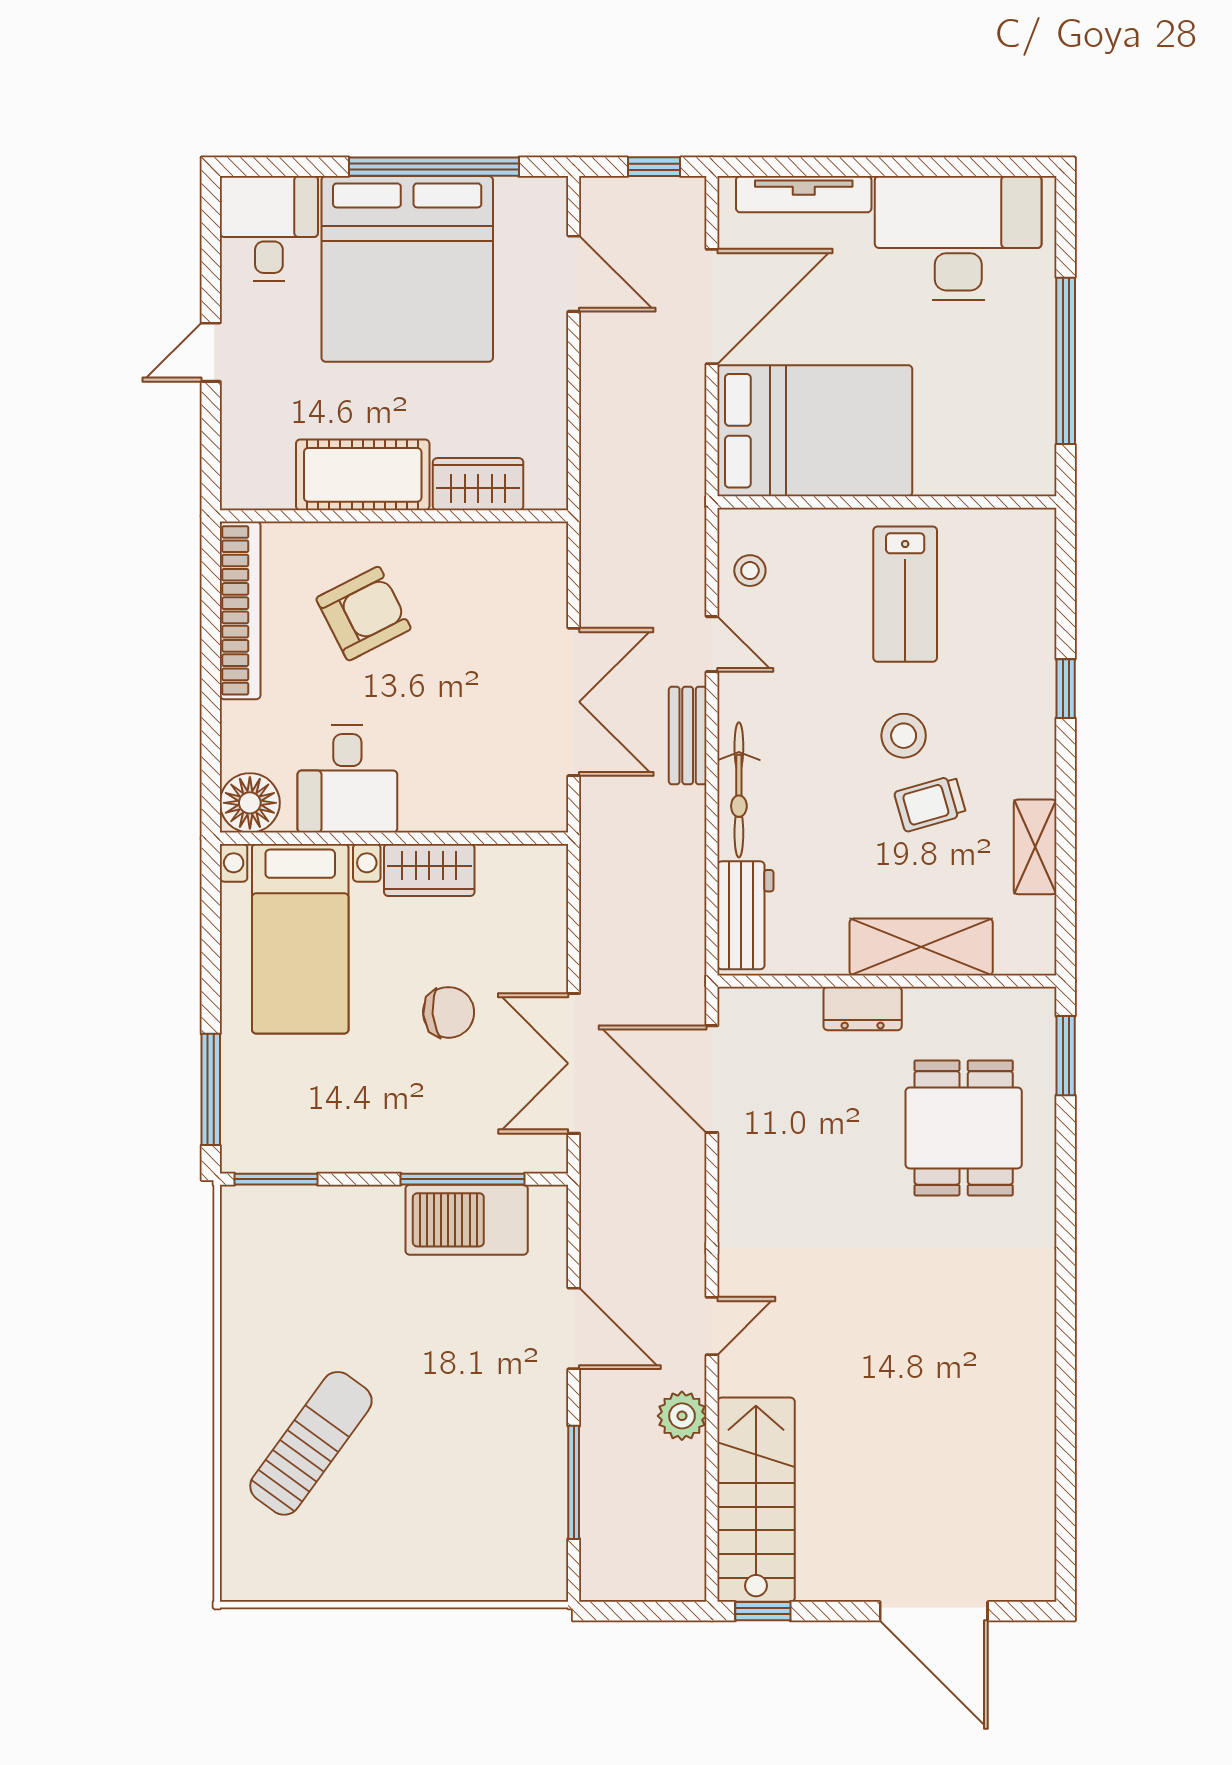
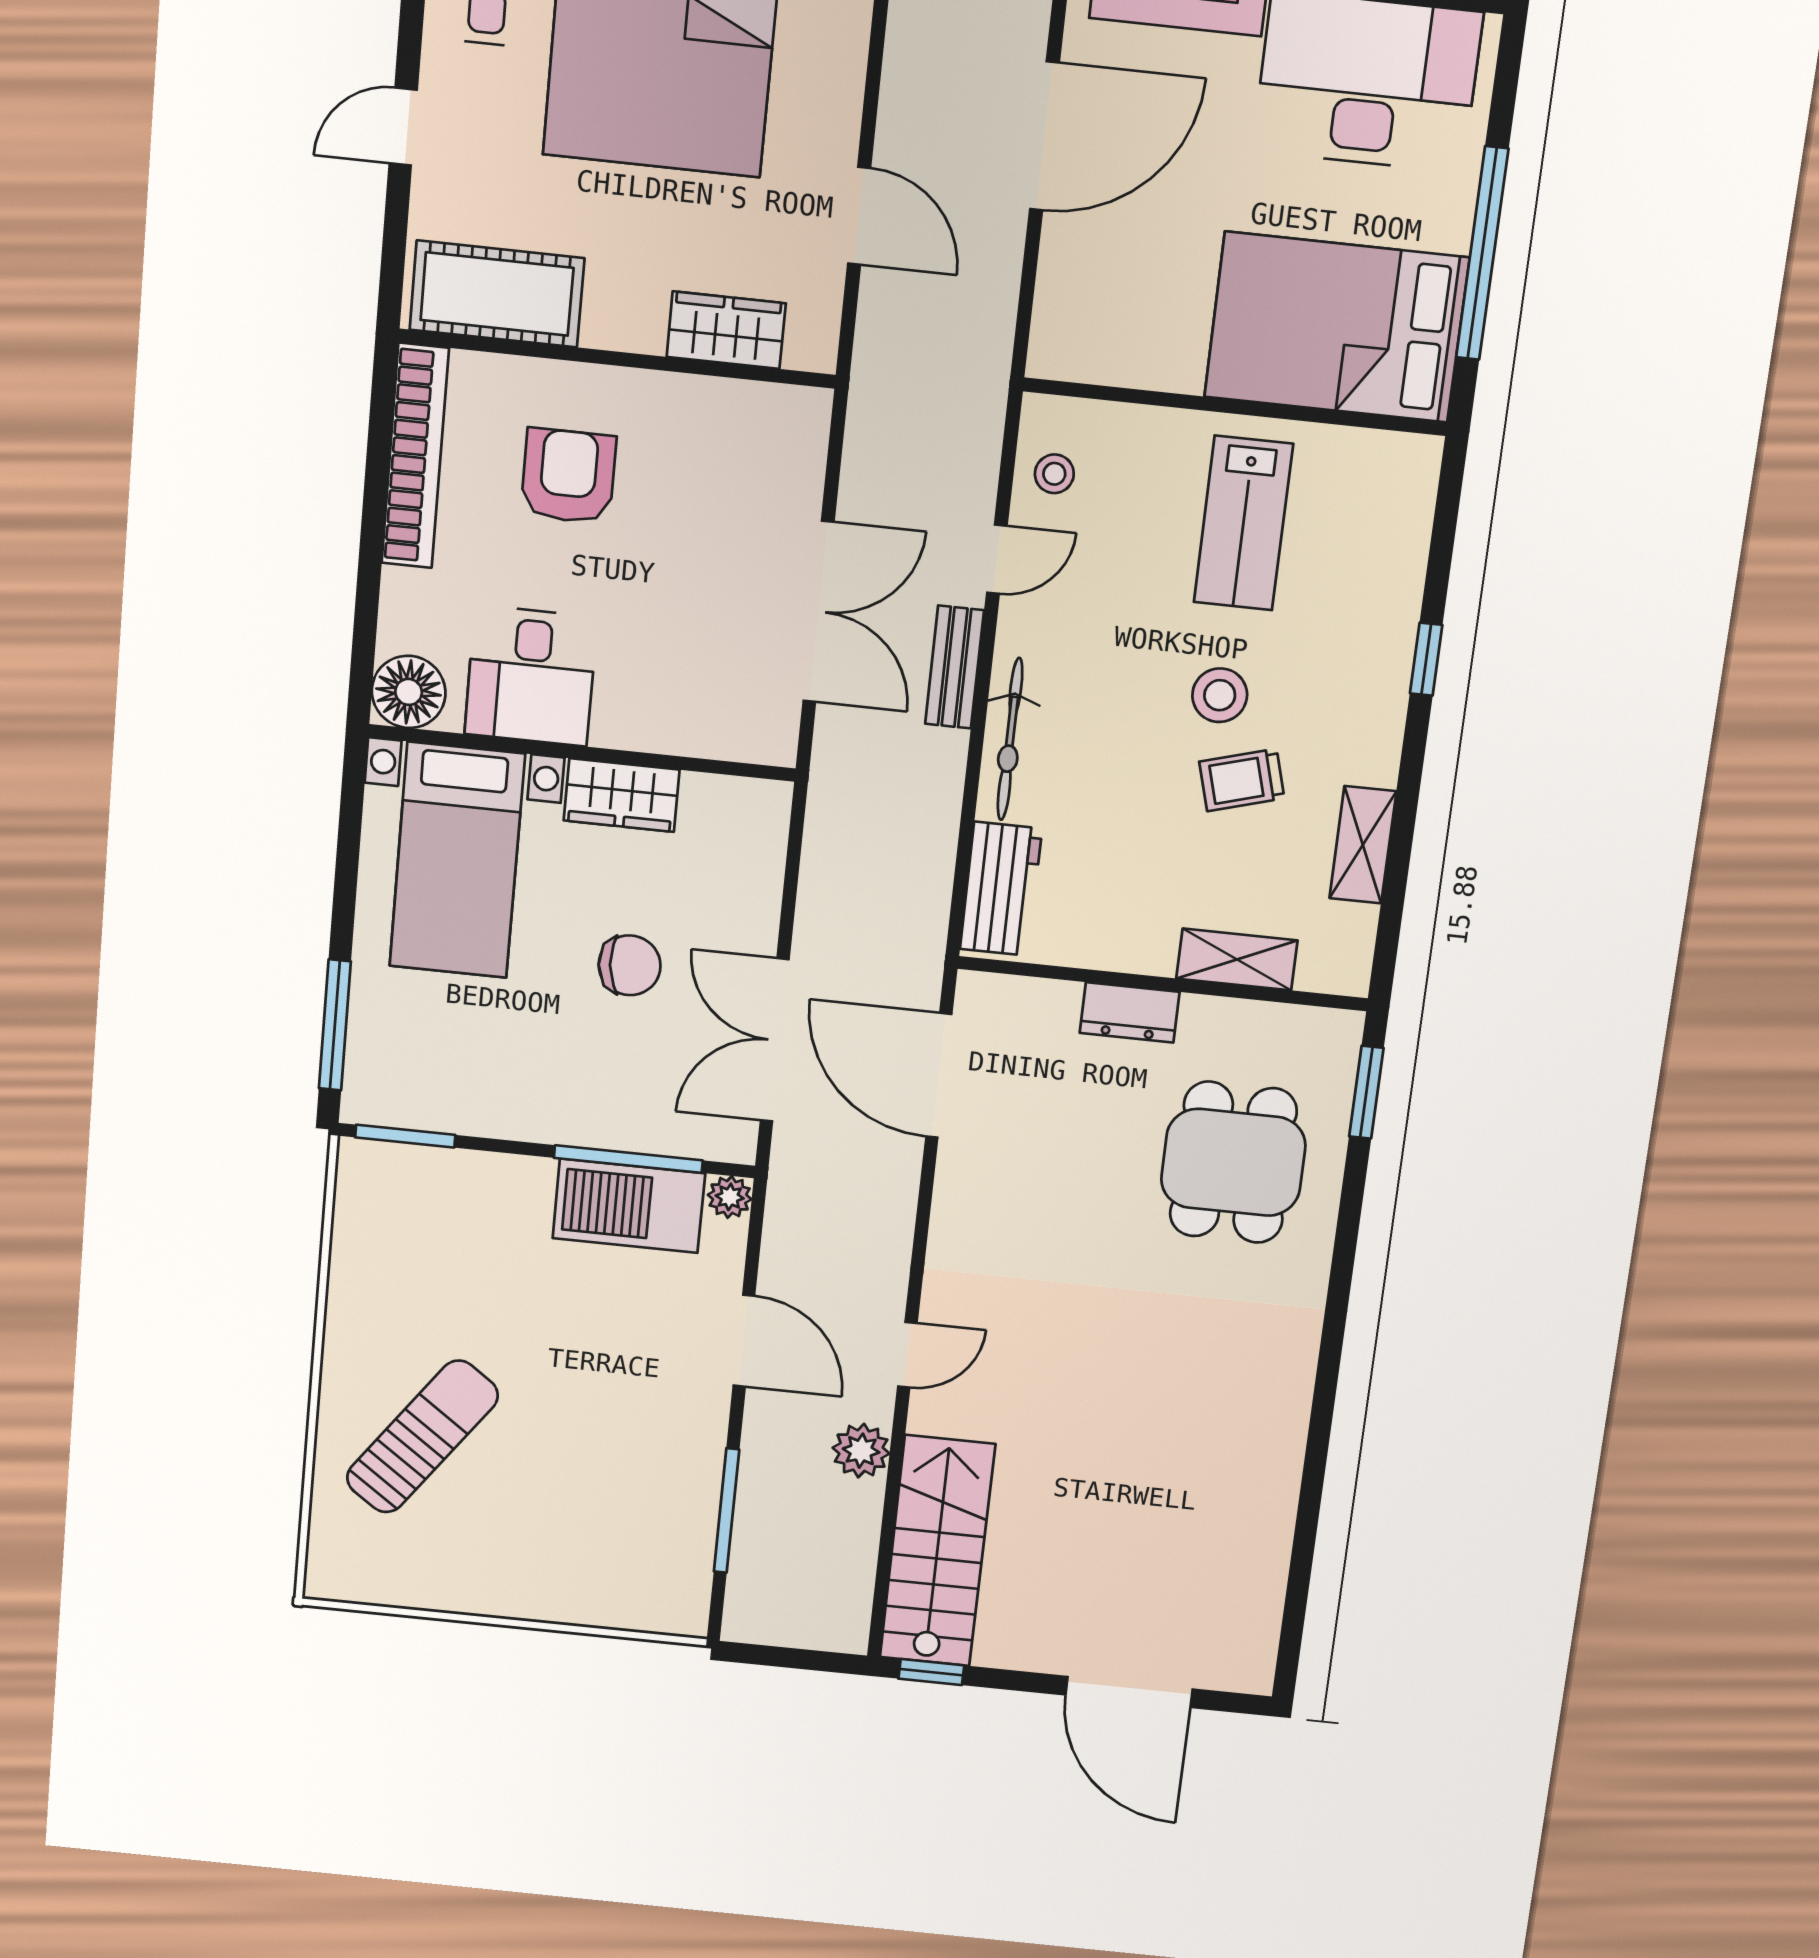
door: (574, 274) -> (859, 216), moved
bed: (815, 431) -> (1337, 327), moved, turned 180
cot: (363, 475) -> (497, 294), moved
armchair: (364, 614) -> (568, 476), turned -63
door: (712, 644) -> (997, 559), hinge flipped
shelving: (921, 947) -> (1237, 960), width x0.67, depth x0.75
plant: (550, 1203) -> (730, 1197), added

